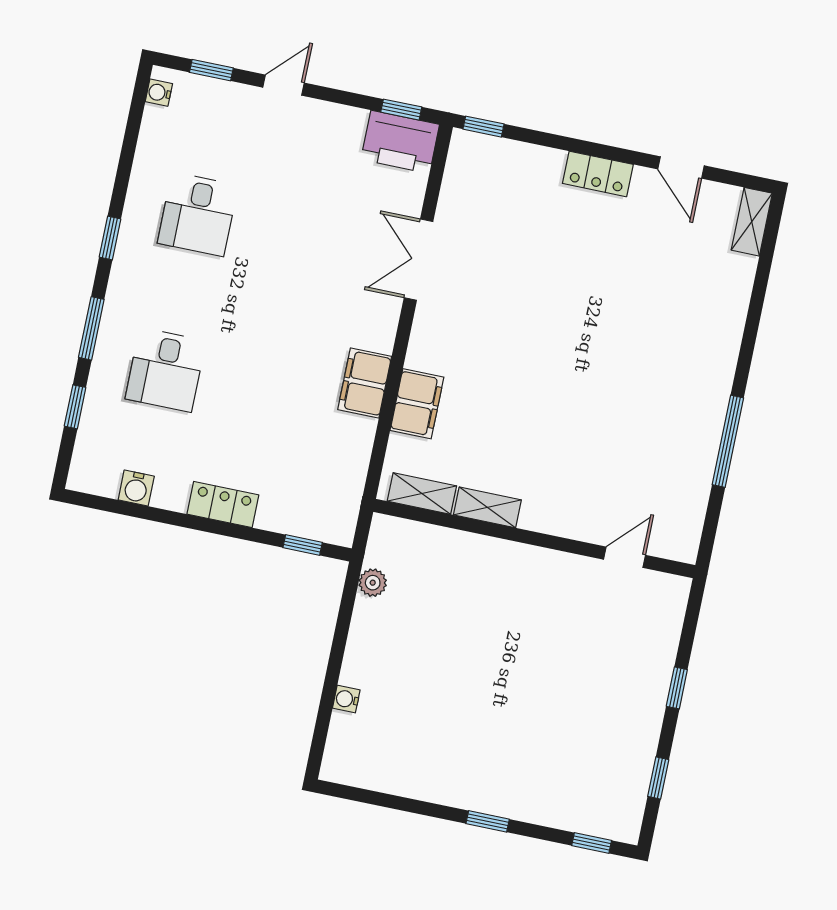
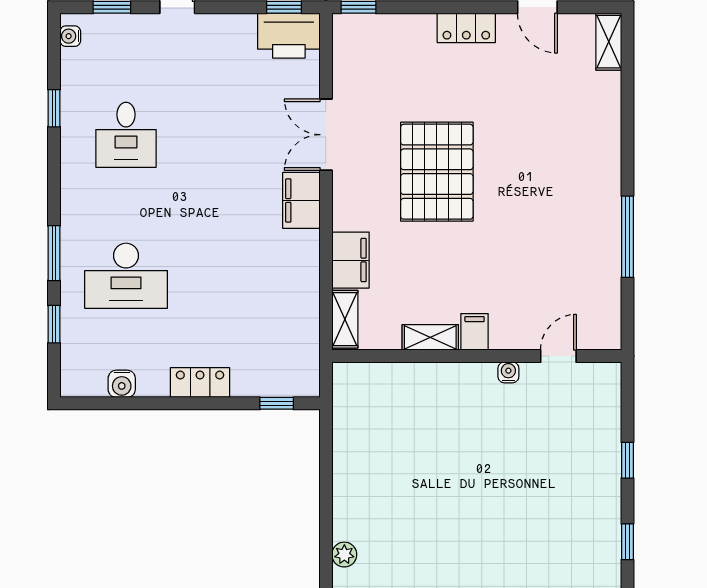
window: (110, 238) -> (54, 108), moved
pallet: (532, 326) -> (437, 172), added
desk: (166, 370) -> (126, 276), width x1.37
filing cabinet: (365, 383) -> (301, 200), moved
shelving: (422, 494) -> (345, 319), moved, turned 90
filing cabinet: (537, 511) -> (475, 332), added
plant: (373, 583) -> (344, 555), moved
water cooler: (346, 699) -> (508, 372), moved, turned 90

